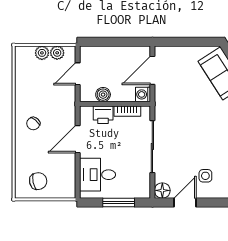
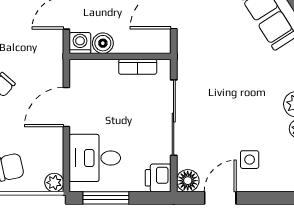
washing machine: (143, 94) -> (80, 43), moved, turned 90
printer: (103, 115) -> (158, 178), moved, turned 90
plant: (69, 192) -> (54, 183), added
window: (119, 202) -> (106, 198), moved

